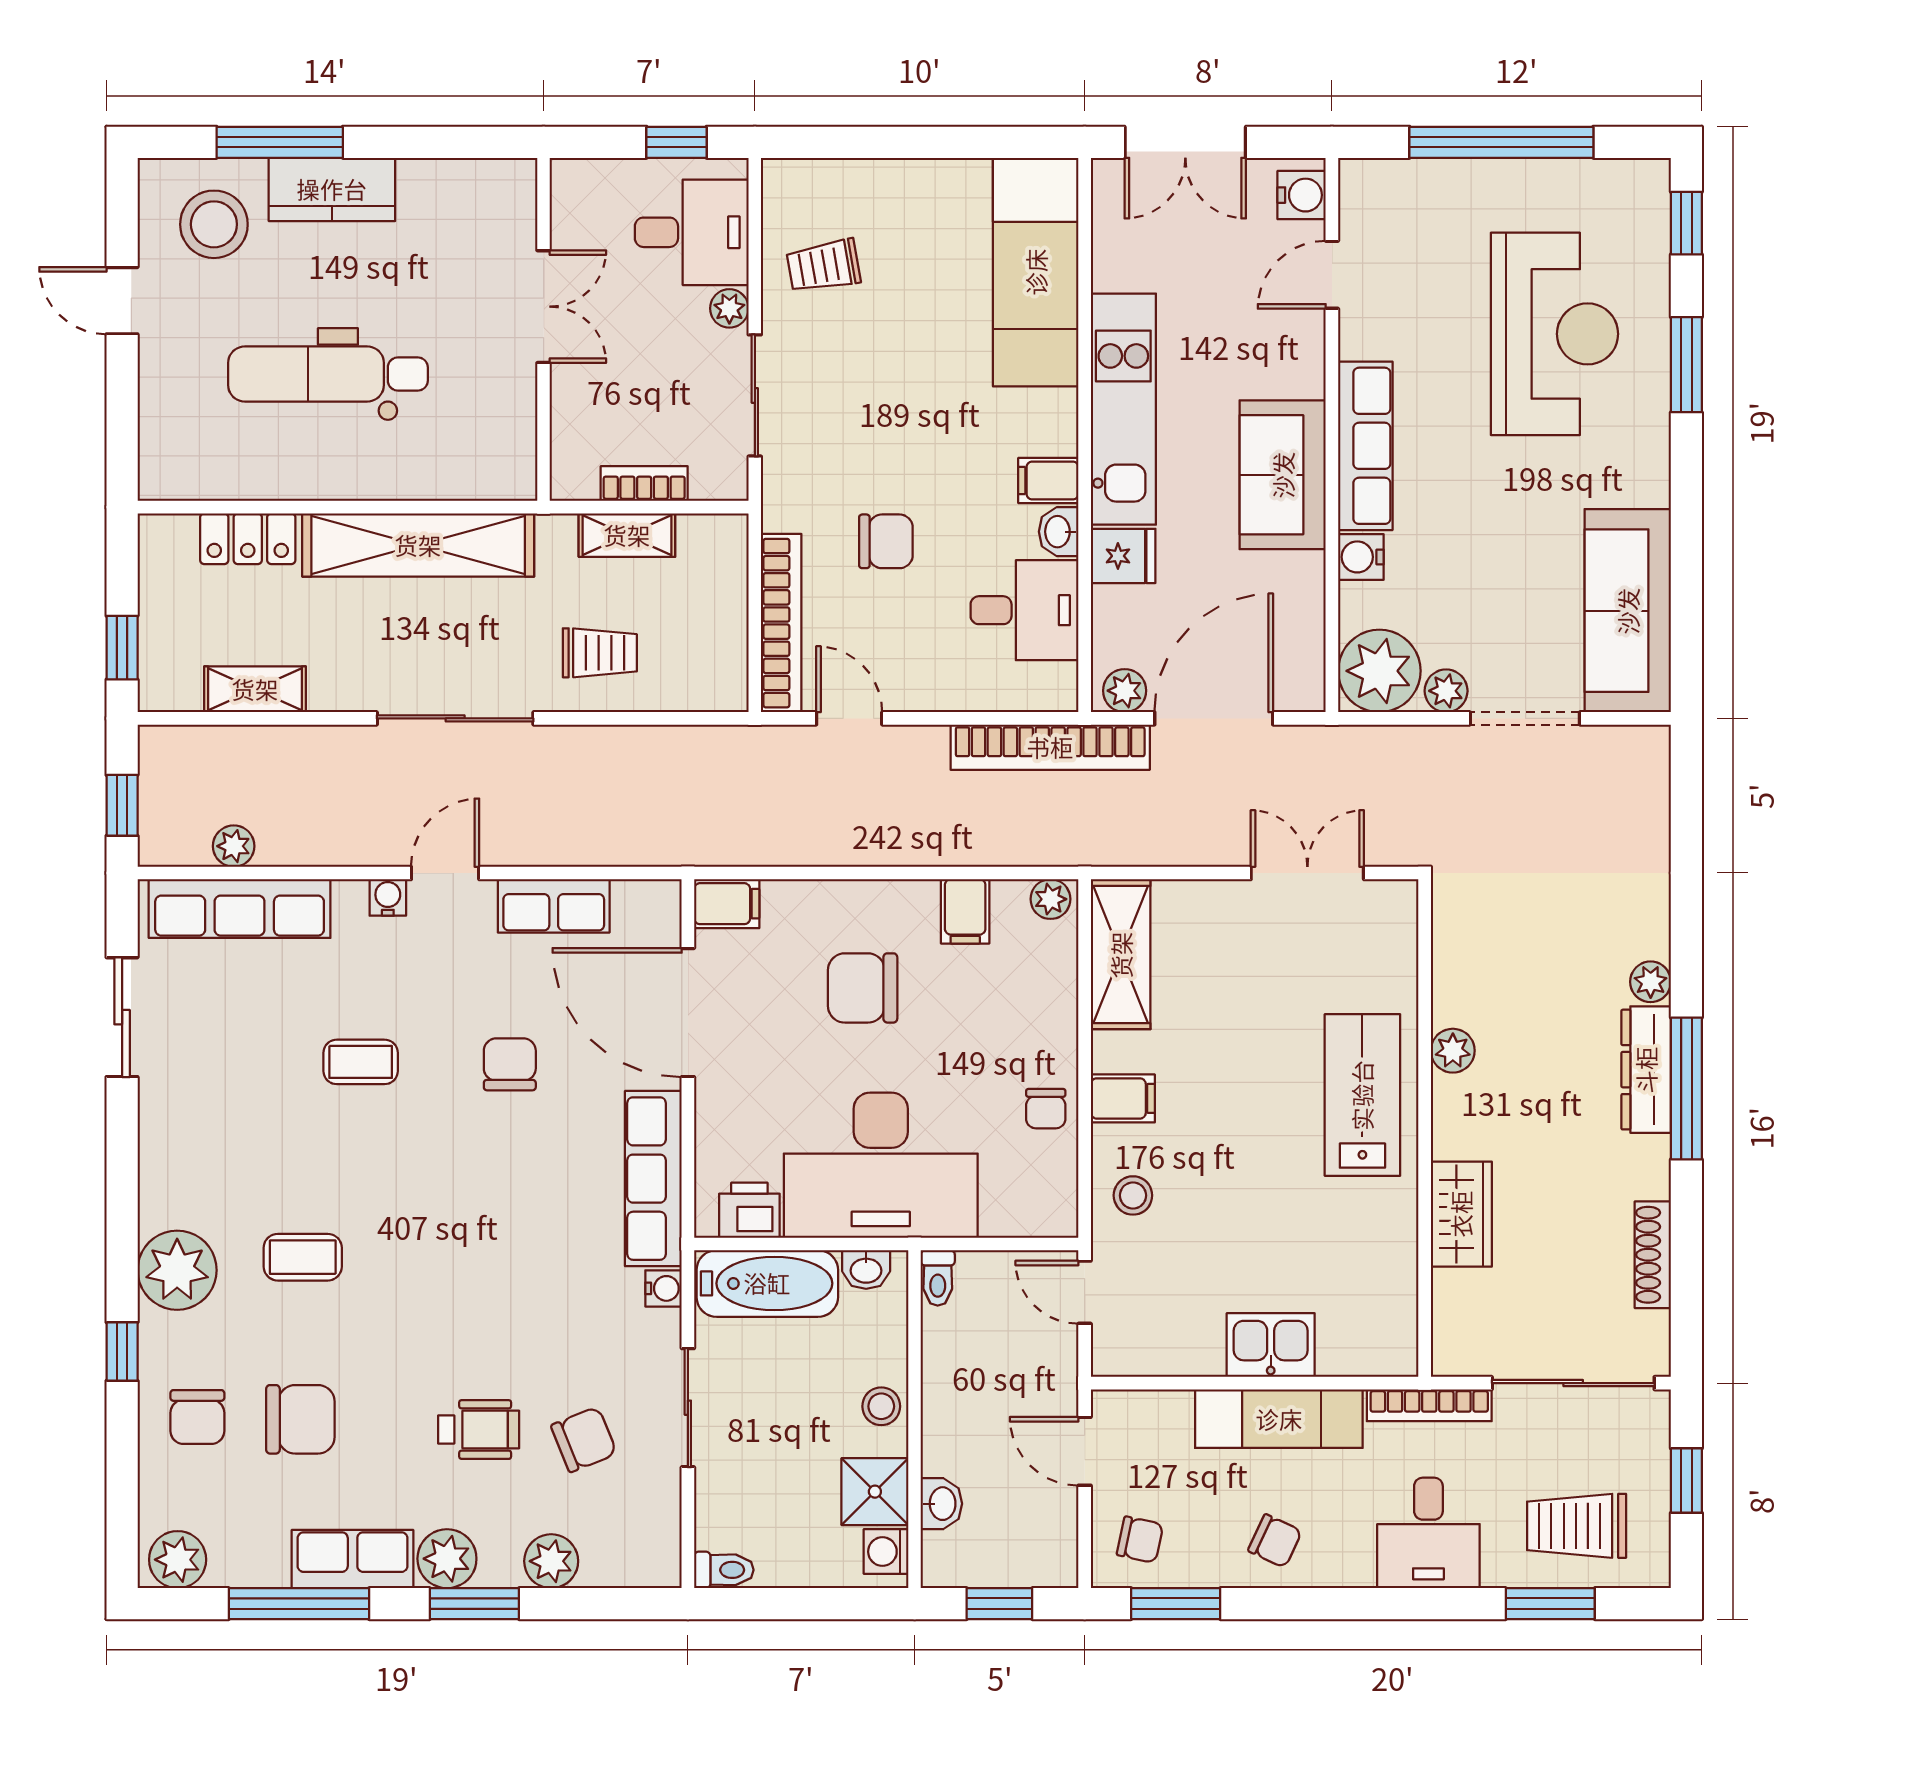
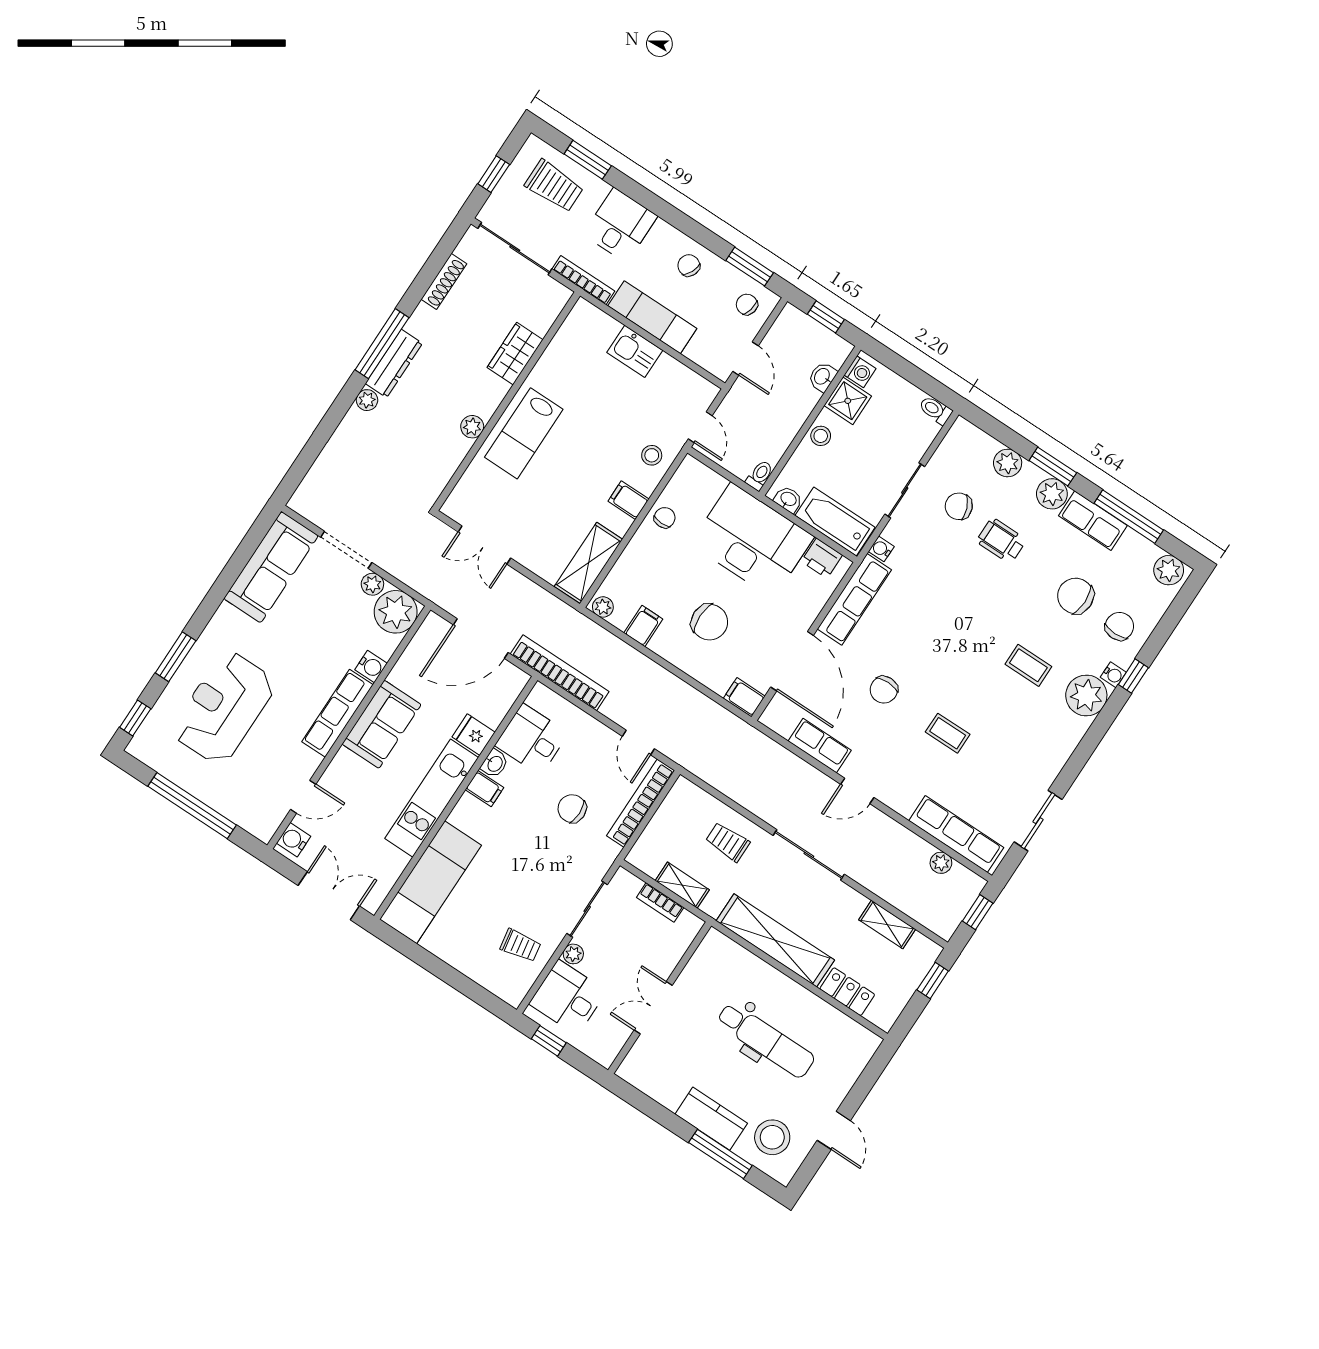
plant: (1125, 691) -> (511, 676), removed
water cooler: (388, 897) -> (1113, 675), moved, turned -90

